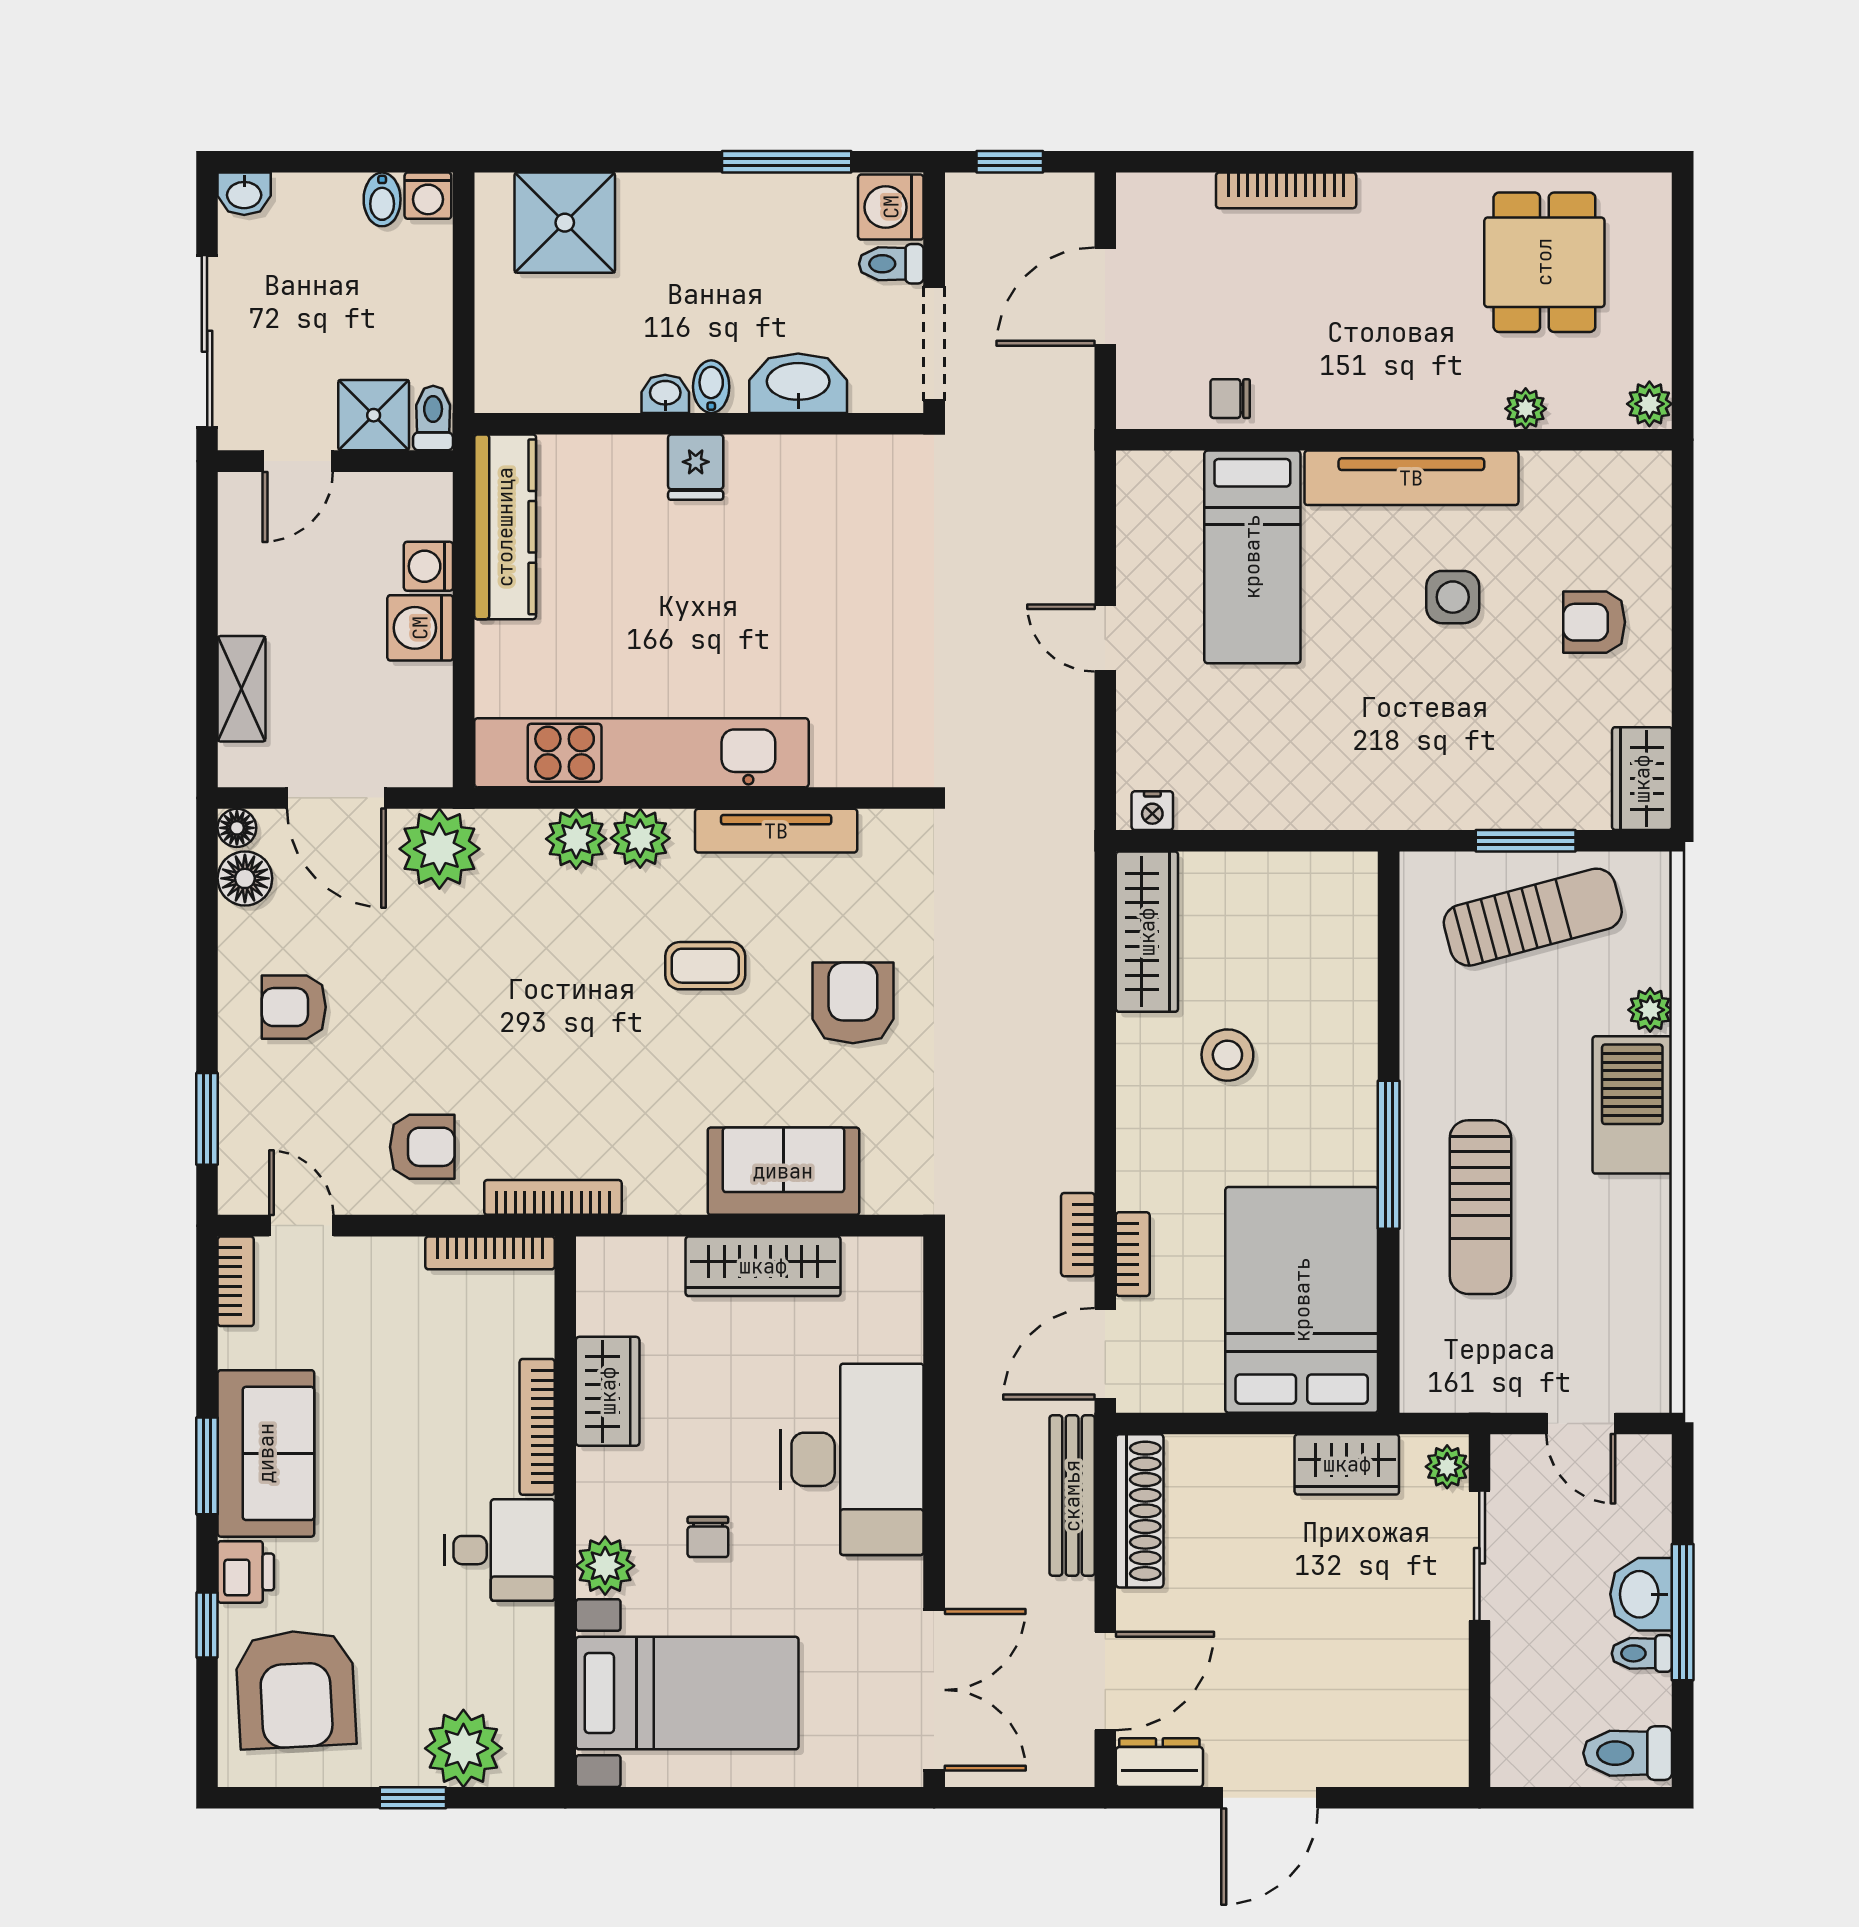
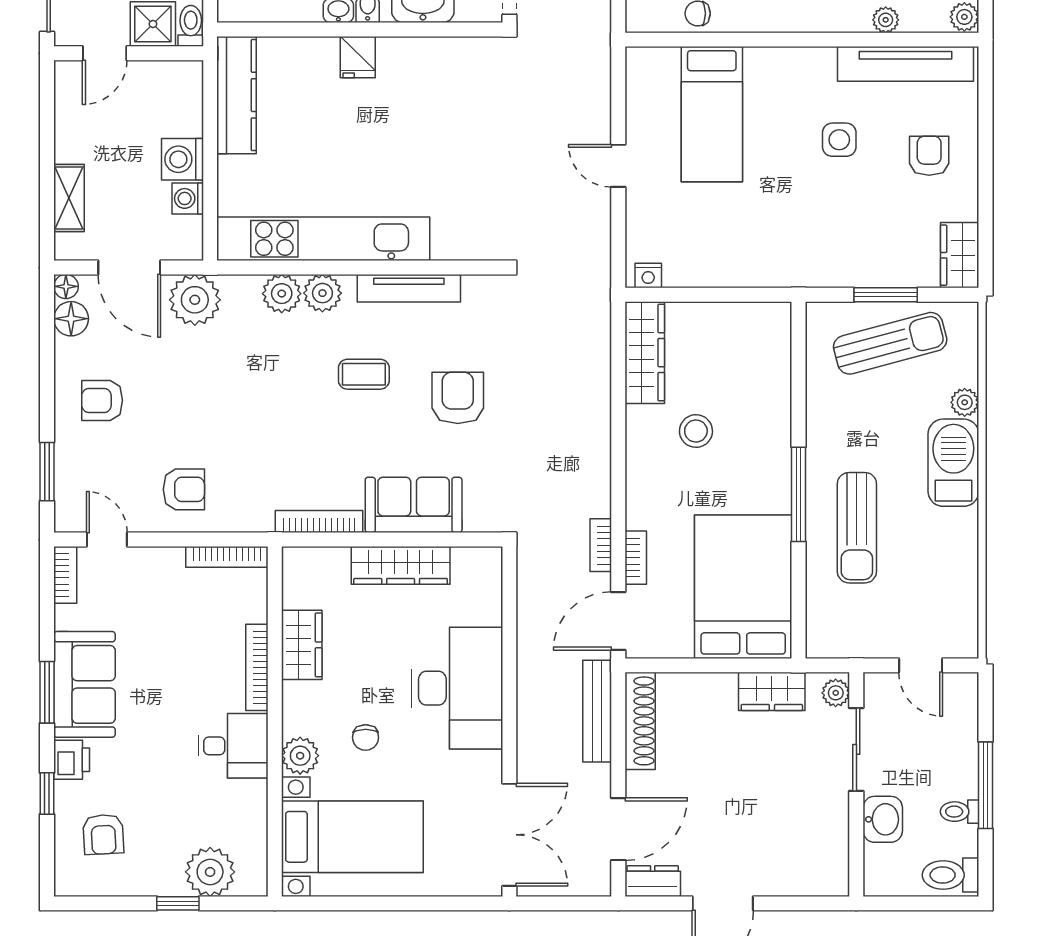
tv unit: (1411, 478) -> (905, 64), moved
washing machine: (428, 566) -> (188, 198), moved
armchair: (1594, 622) -> (929, 156), turned 90
bookcase: (553, 1197) -> (319, 522), moved
washbasin: (1641, 1594) -> (883, 819), moved, turned 180
armchair: (296, 1689) -> (103, 834), width x0.53, depth x0.53

